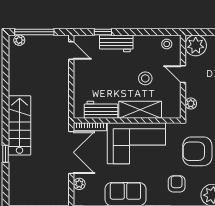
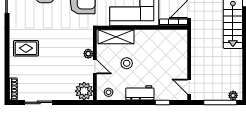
workbench: (116, 43) -> (140, 93), moved
plant: (191, 104) -> (88, 54), moved
workbench: (101, 110) -> (164, 37), removed
shelving: (140, 110) -> (116, 37), moved

